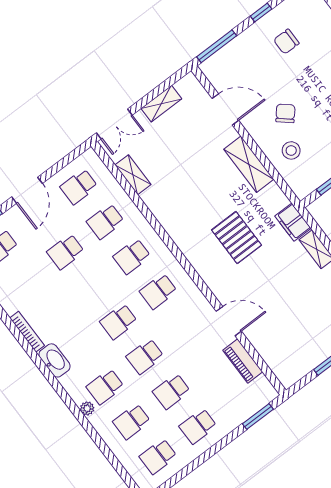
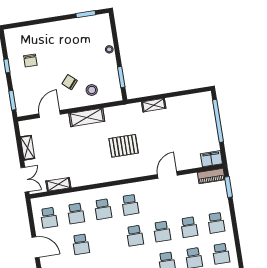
window: (217, 46) -> (12, 100), width x0.69
filing cabinet: (293, 222) -> (211, 159), moved, turned 180
piano: (243, 361) -> (211, 176), moved

